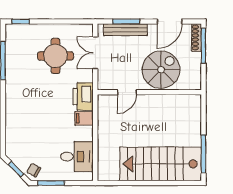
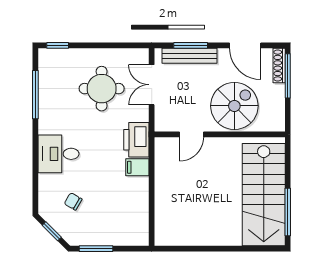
door: (170, 21) -> (245, 45), hinge flipped
desk: (77, 157) -> (58, 154), moved, turned 180
stairs: (161, 164) -> (264, 195), moved, turned -90
chair: (34, 170) -> (73, 201), moved

